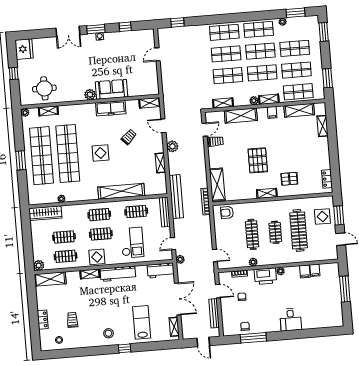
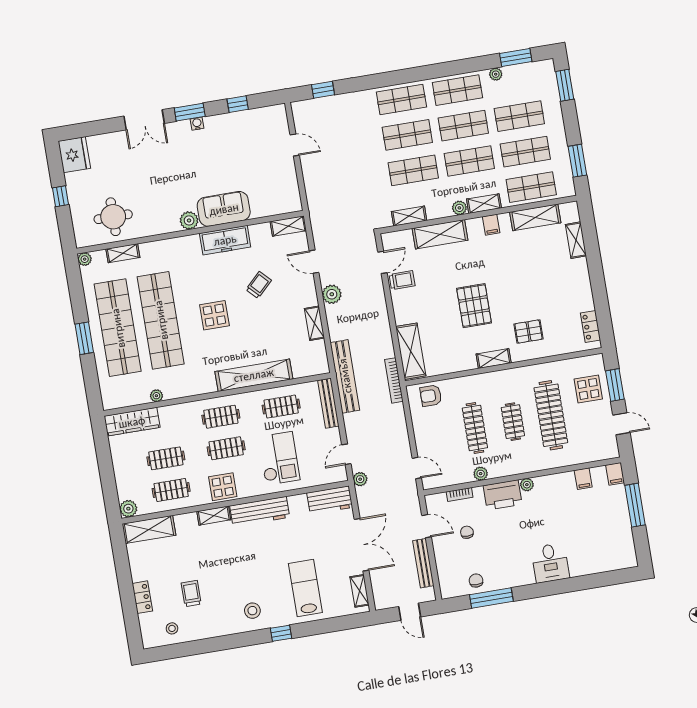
door: (158, 54) -> (295, 145), swing flipped
filing cabinet: (305, 271) -> (615, 474), moved

